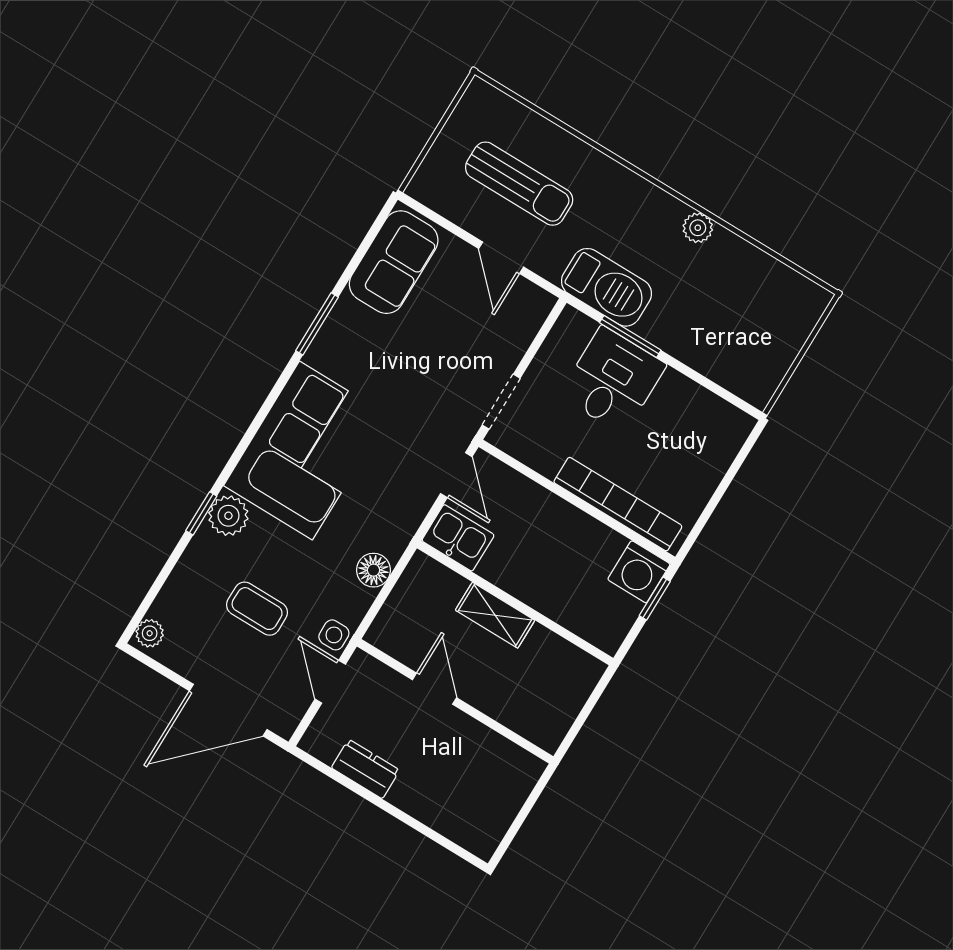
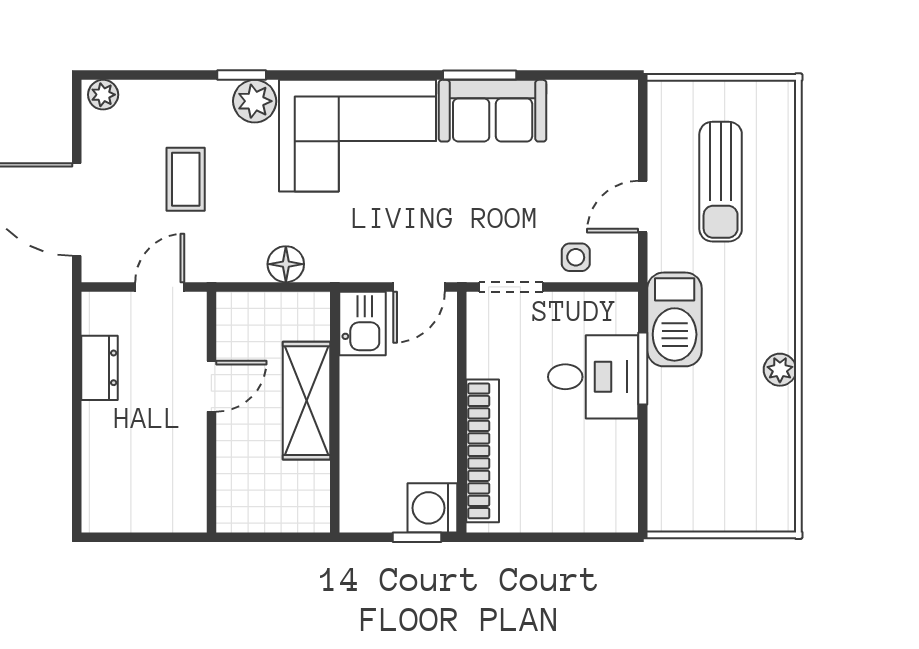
sofa: (394, 262) -> (493, 111), moved
shelving: (495, 615) -> (307, 401), width x1.50, depth x1.33
side table: (334, 635) -> (576, 257), moved

